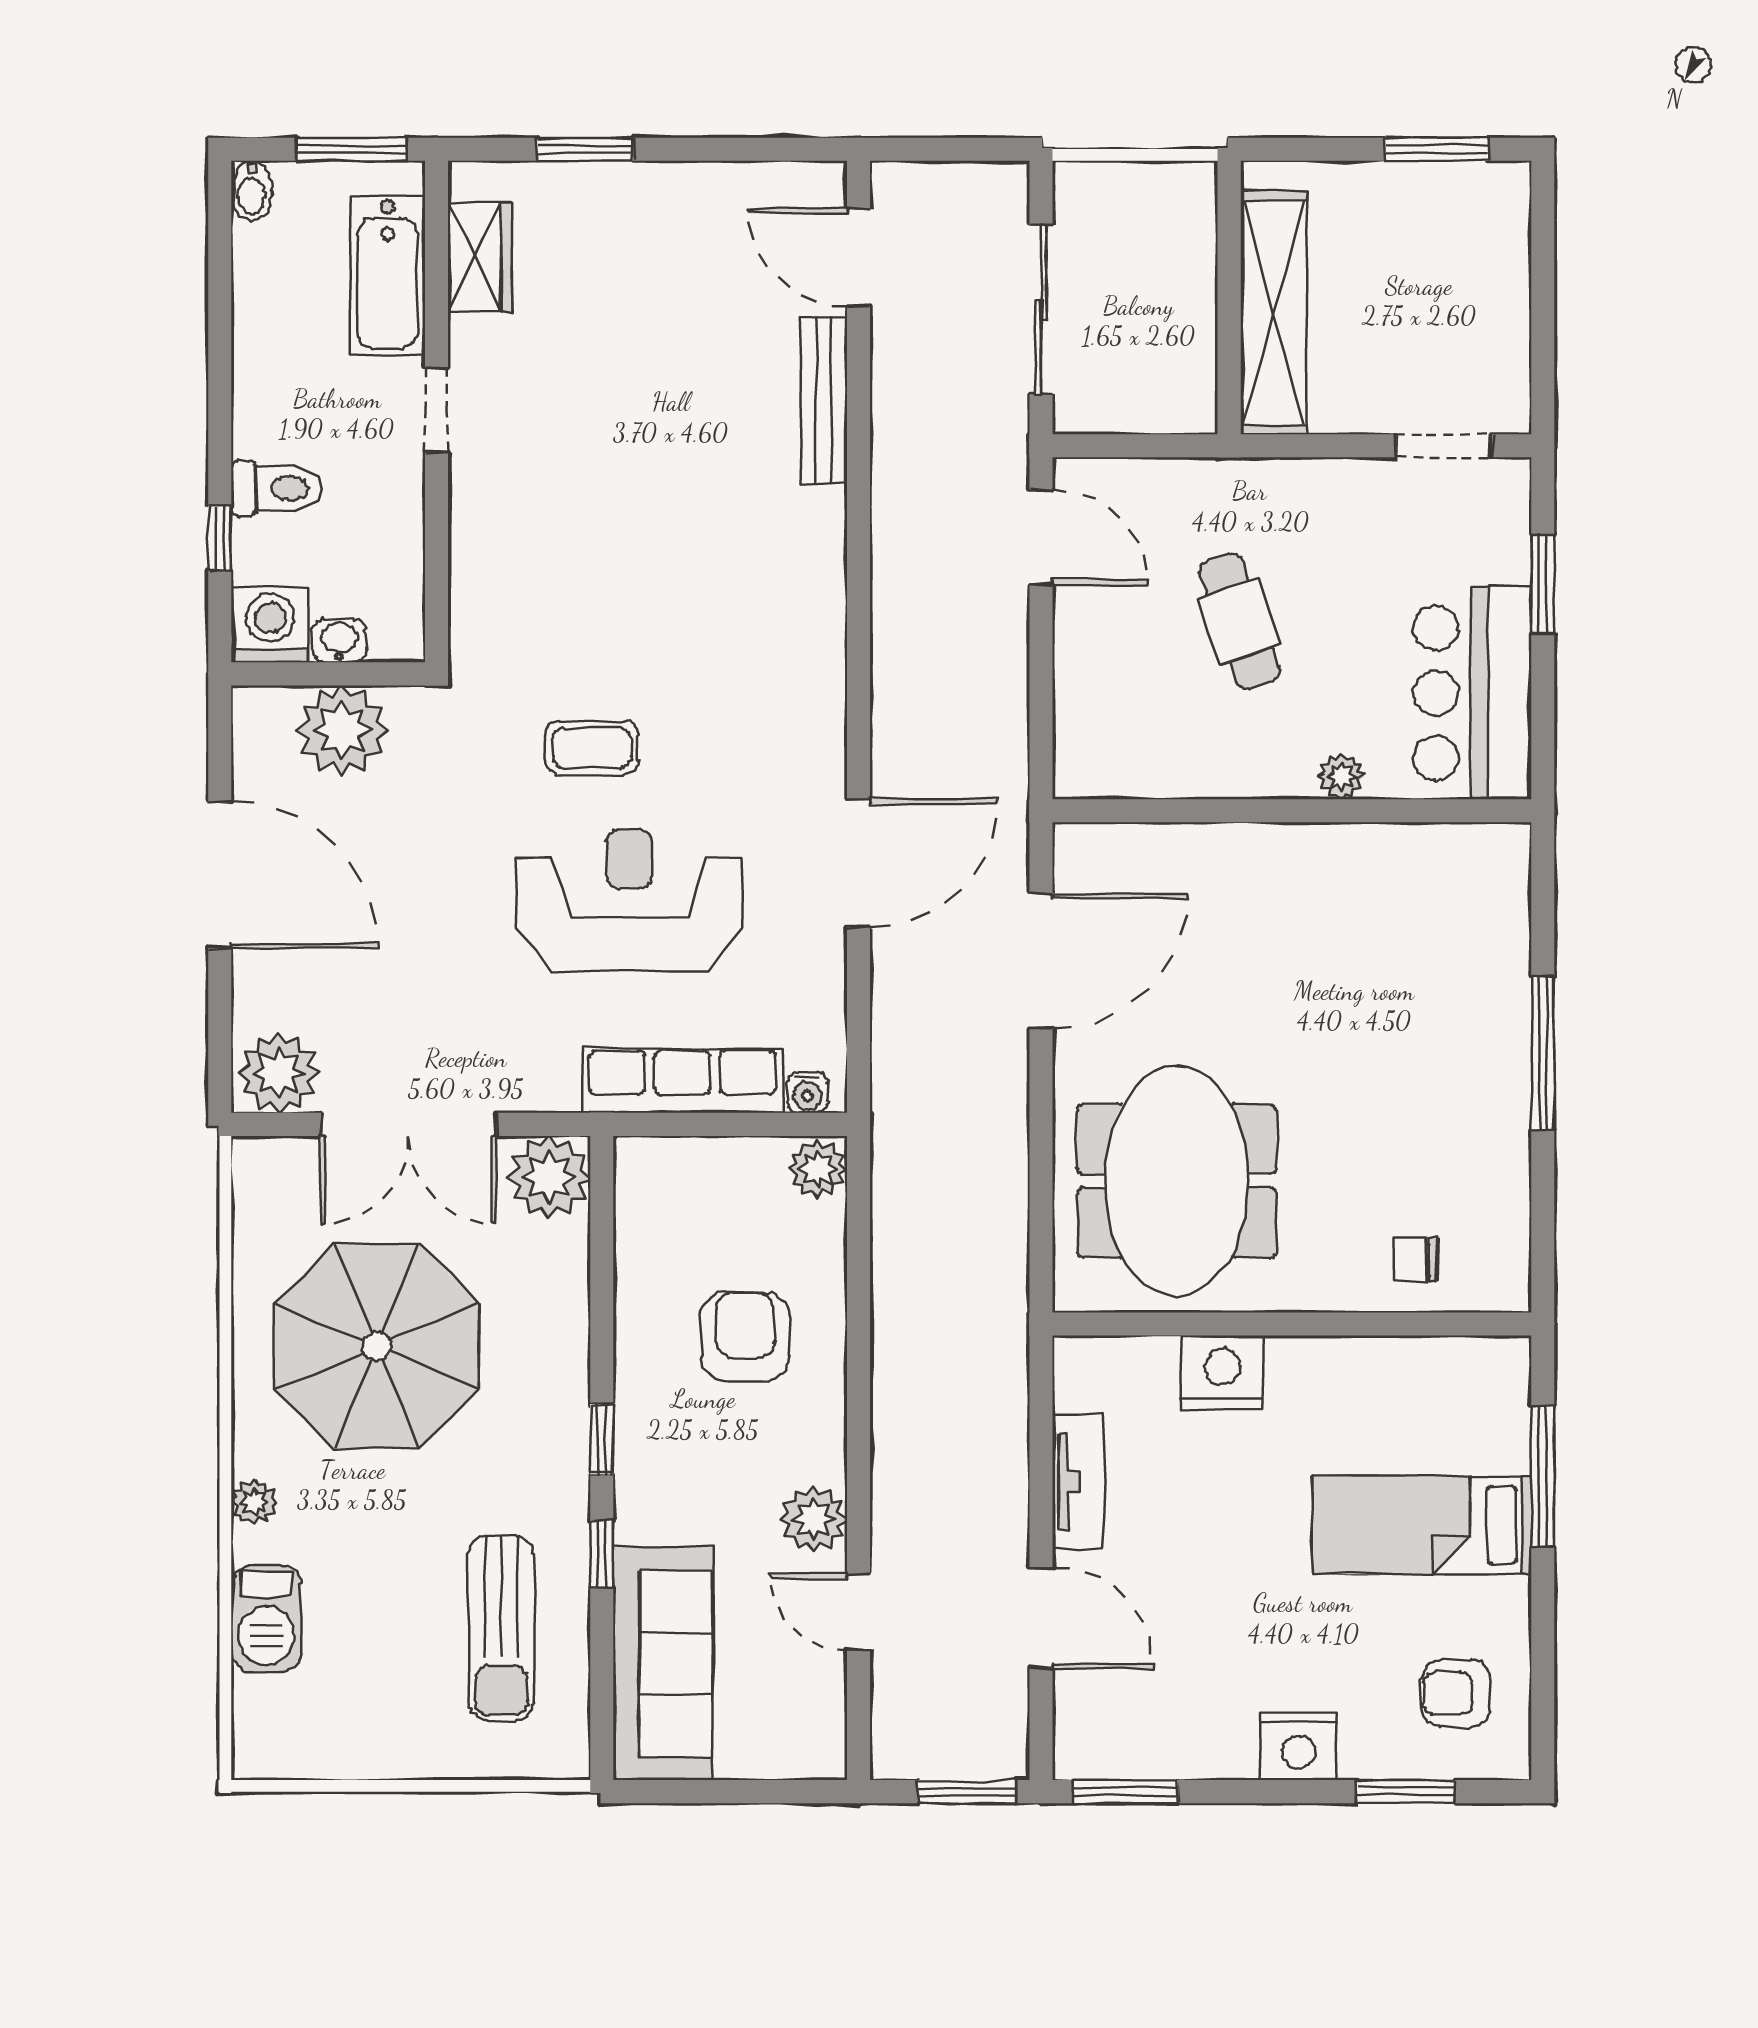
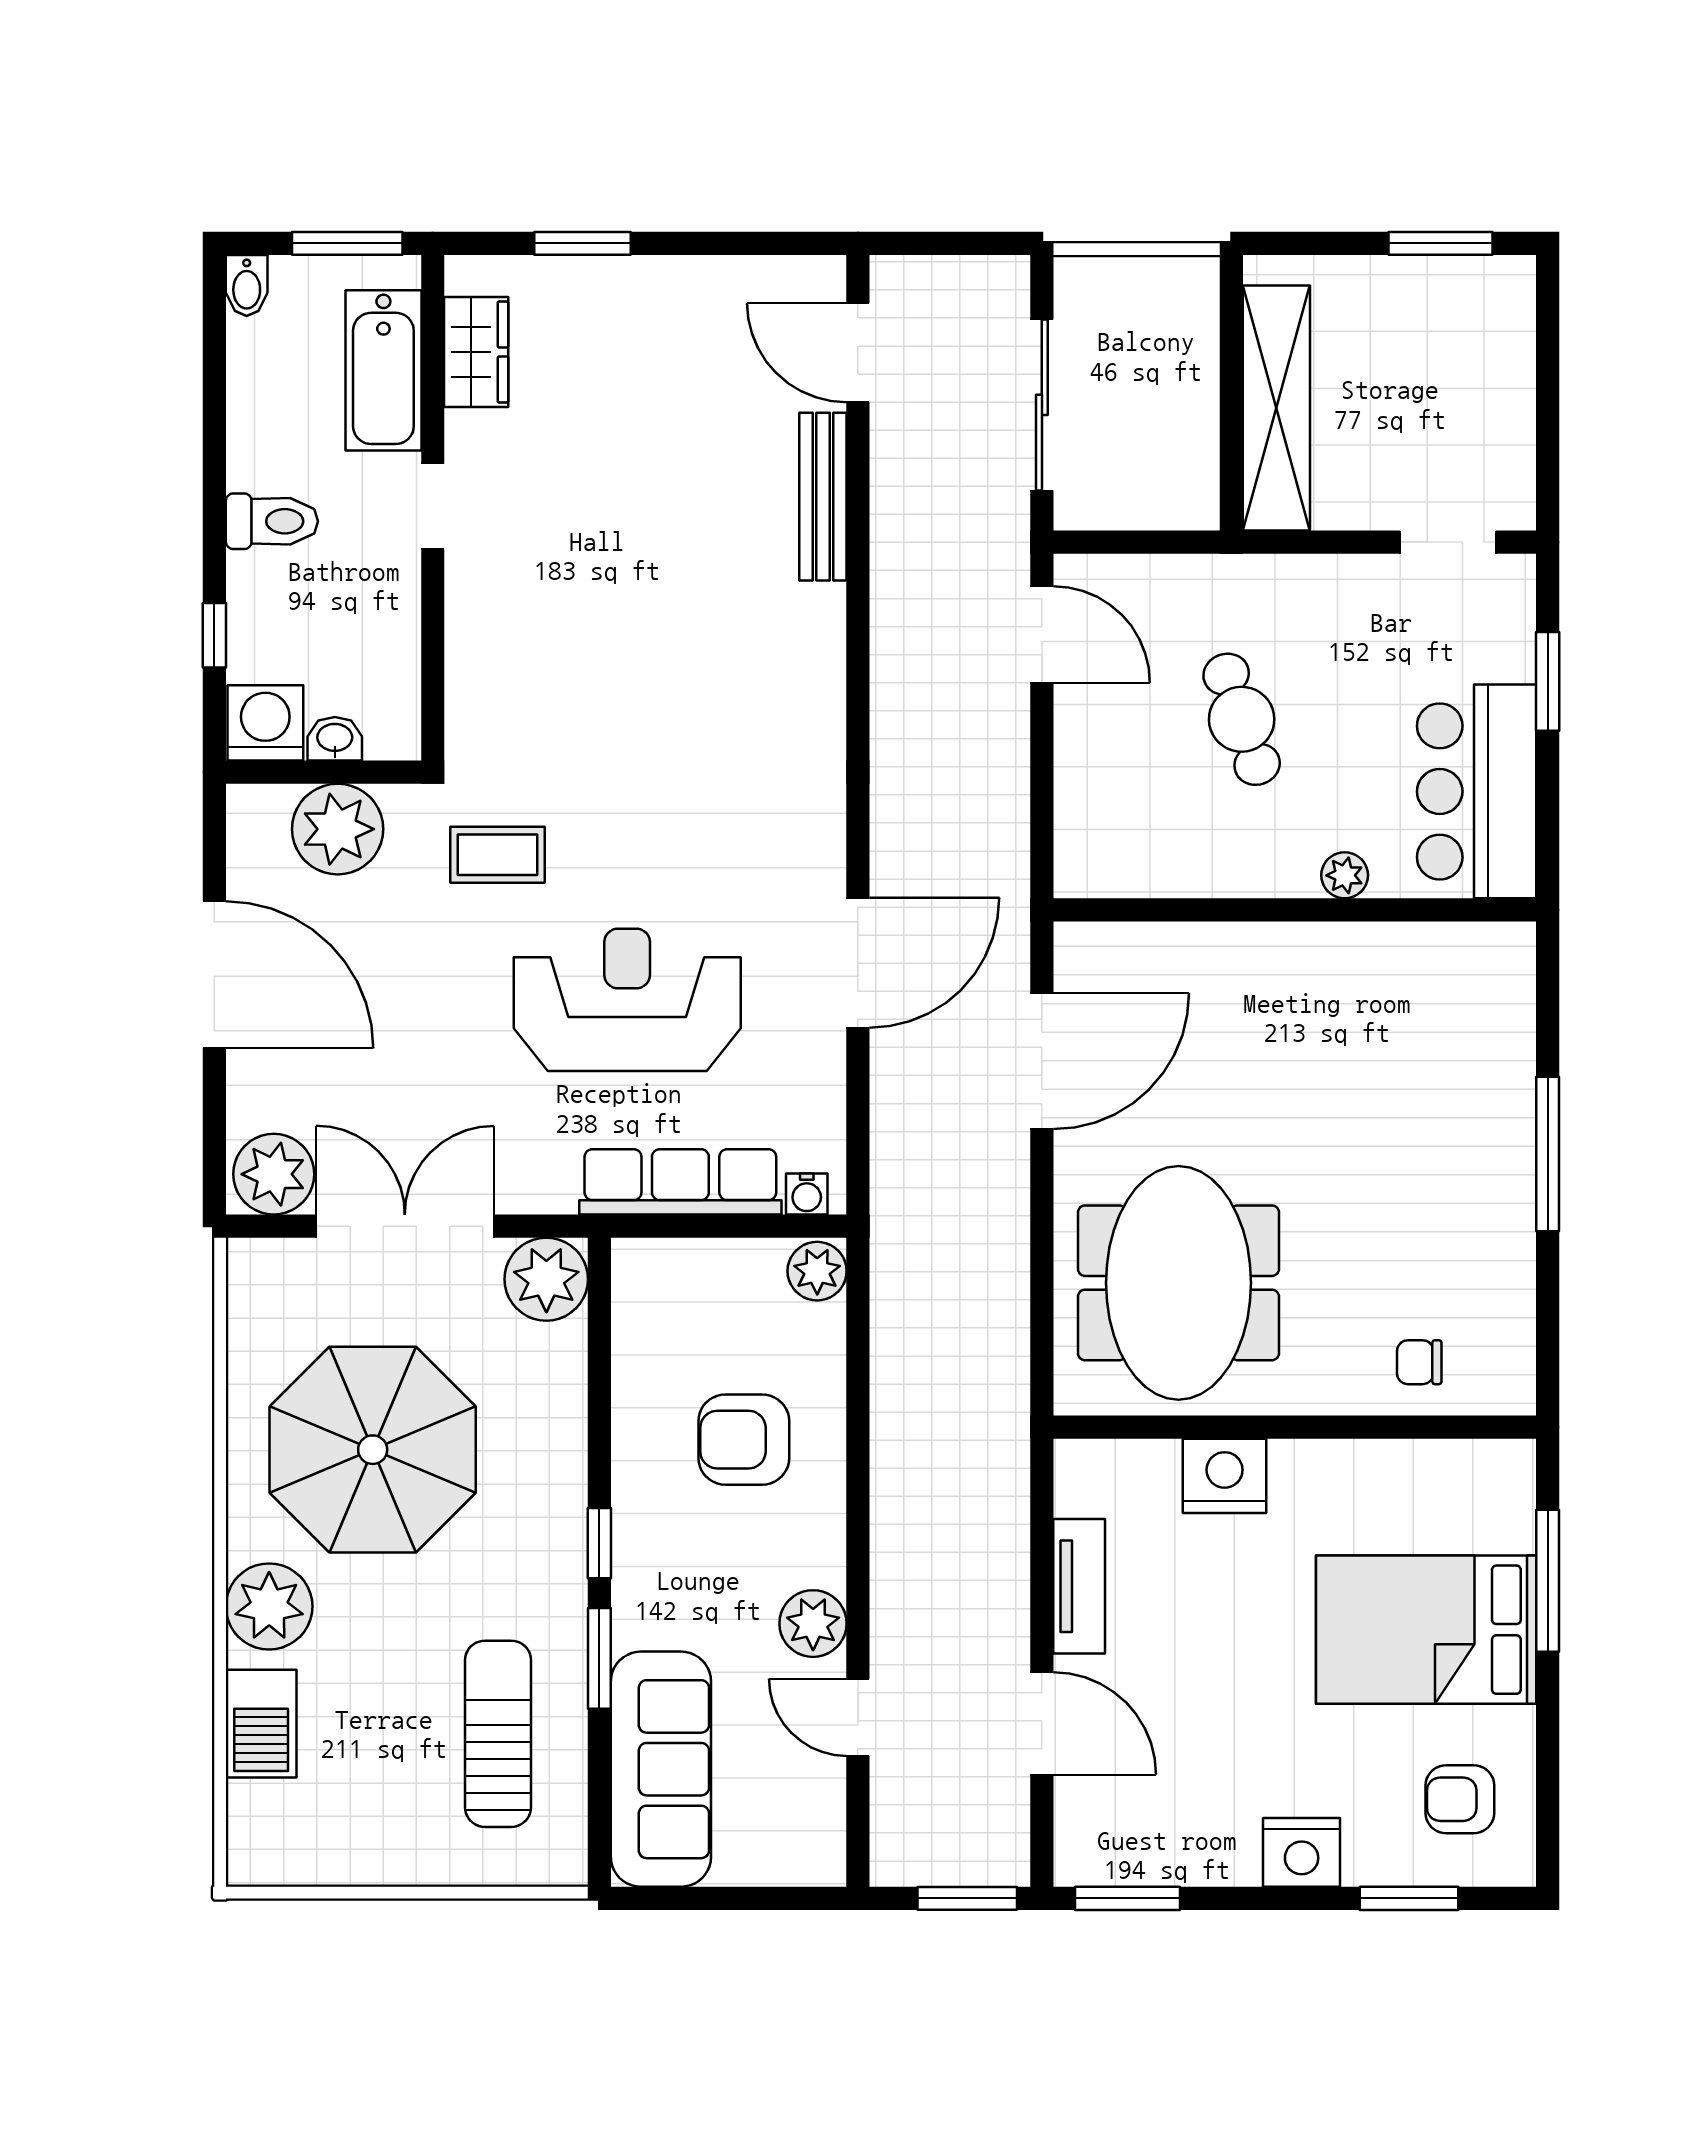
toilet: (277, 488) -> (272, 521), moved
coffee table: (592, 748) -> (498, 855), moved
double door: (409, 1124) -> (405, 1226), swing flipped
armchair: (745, 1336) -> (744, 1440), turned -90
plant: (254, 1502) -> (269, 1606), width x1.88, depth x1.88
bed: (1422, 1525) -> (1426, 1630), width x1.50
window: (602, 1554) -> (599, 1658), width x1.50
sun lounger: (501, 1628) -> (498, 1734), turned 180

